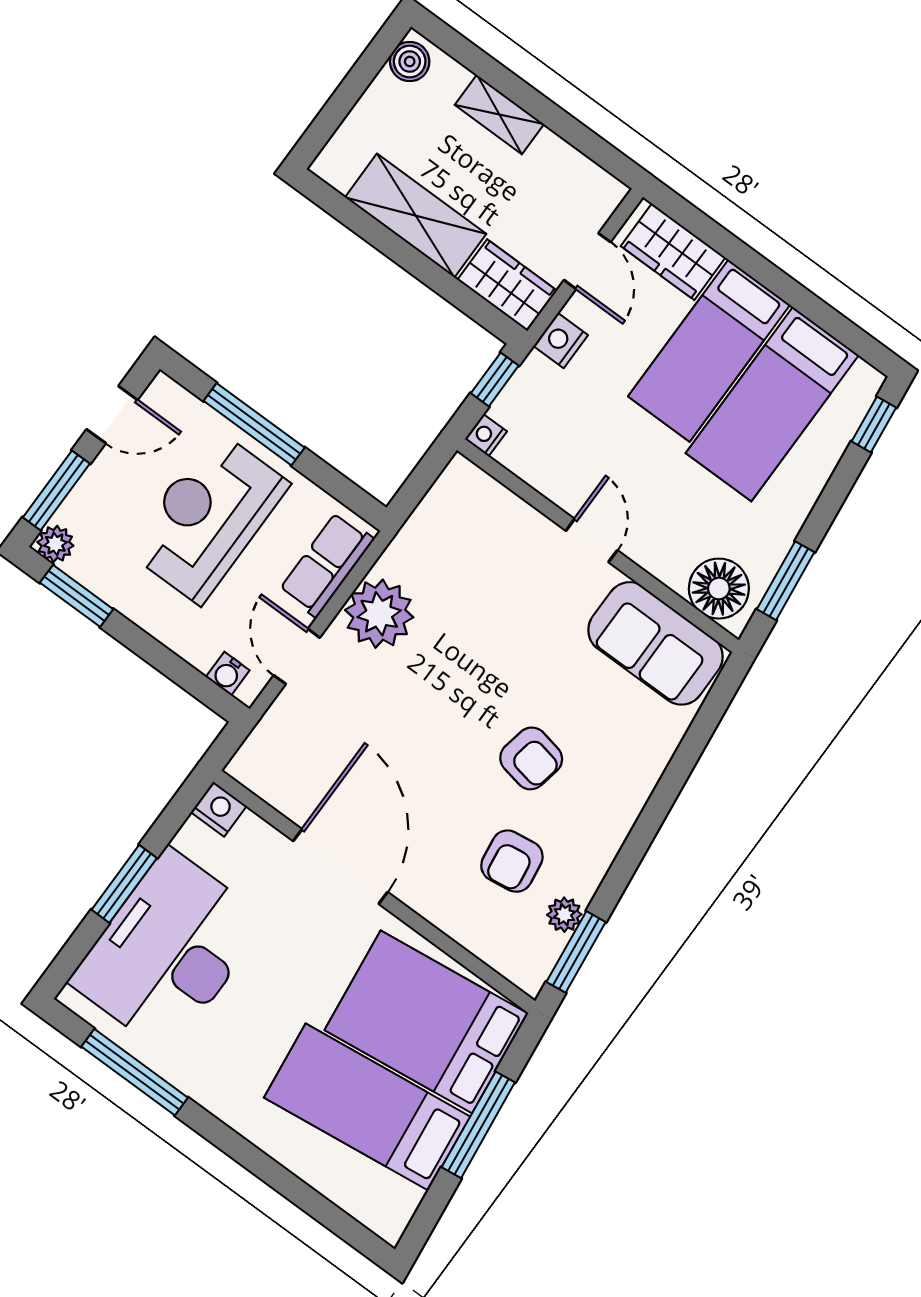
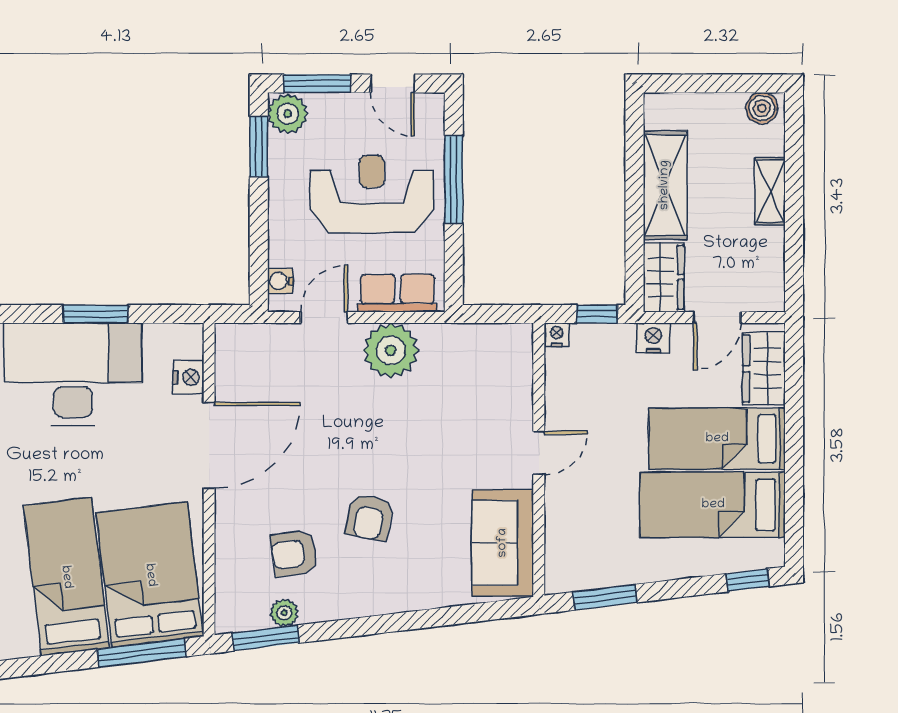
plant: (55, 544) -> (288, 114), width x1.38, depth x1.38
floor lamp: (719, 589) -> (568, 558), removed
nightstand: (219, 809) -> (188, 377), moved
window: (478, 1125) -> (142, 653), moved

